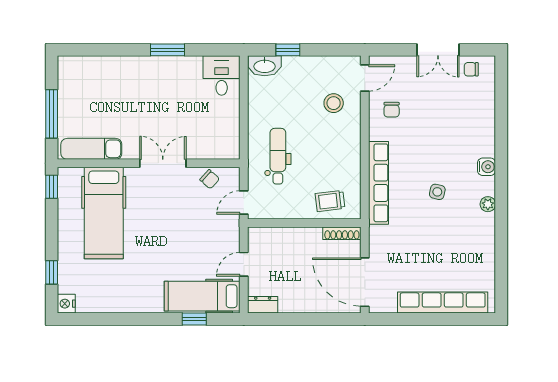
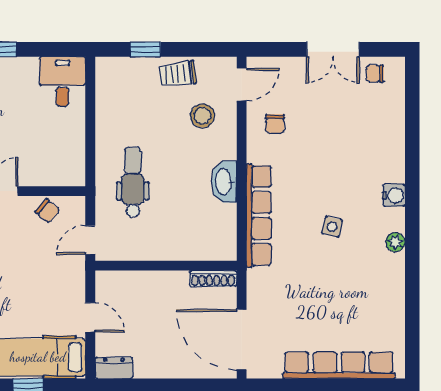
washbasin: (265, 66) -> (224, 182), moved, turned 90
trolley: (330, 201) -> (177, 74), moved
door: (244, 264) -> (90, 317), swing flipped

